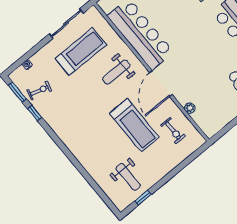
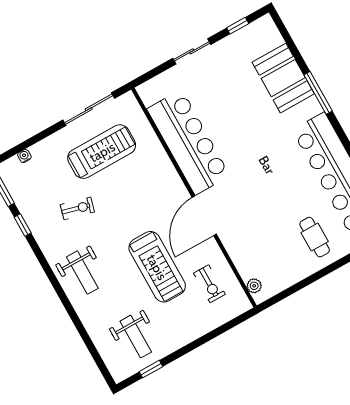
weight bench: (116, 72) -> (82, 273), moved, turned -90
exercise bike: (39, 90) -> (77, 208), moved
plant: (190, 108) -> (254, 286), moved

